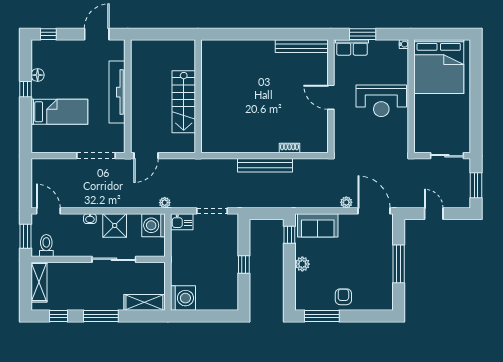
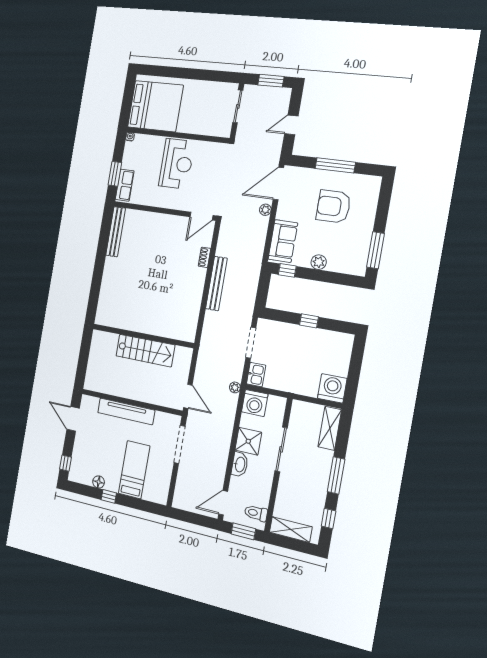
door: (331, 97) -> (201, 216), moved
washbasin: (90, 219) -> (240, 464), width x1.91, depth x1.45
armchair: (343, 297) -> (333, 206), moved, width x1.88, depth x1.88

